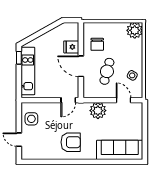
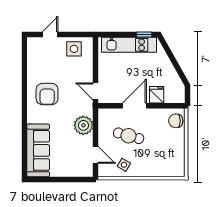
plant: (135, 30) -> (176, 168), removed
chair: (97, 44) -> (176, 121), moved
door: (124, 100) -> (96, 155), hinge flipped

